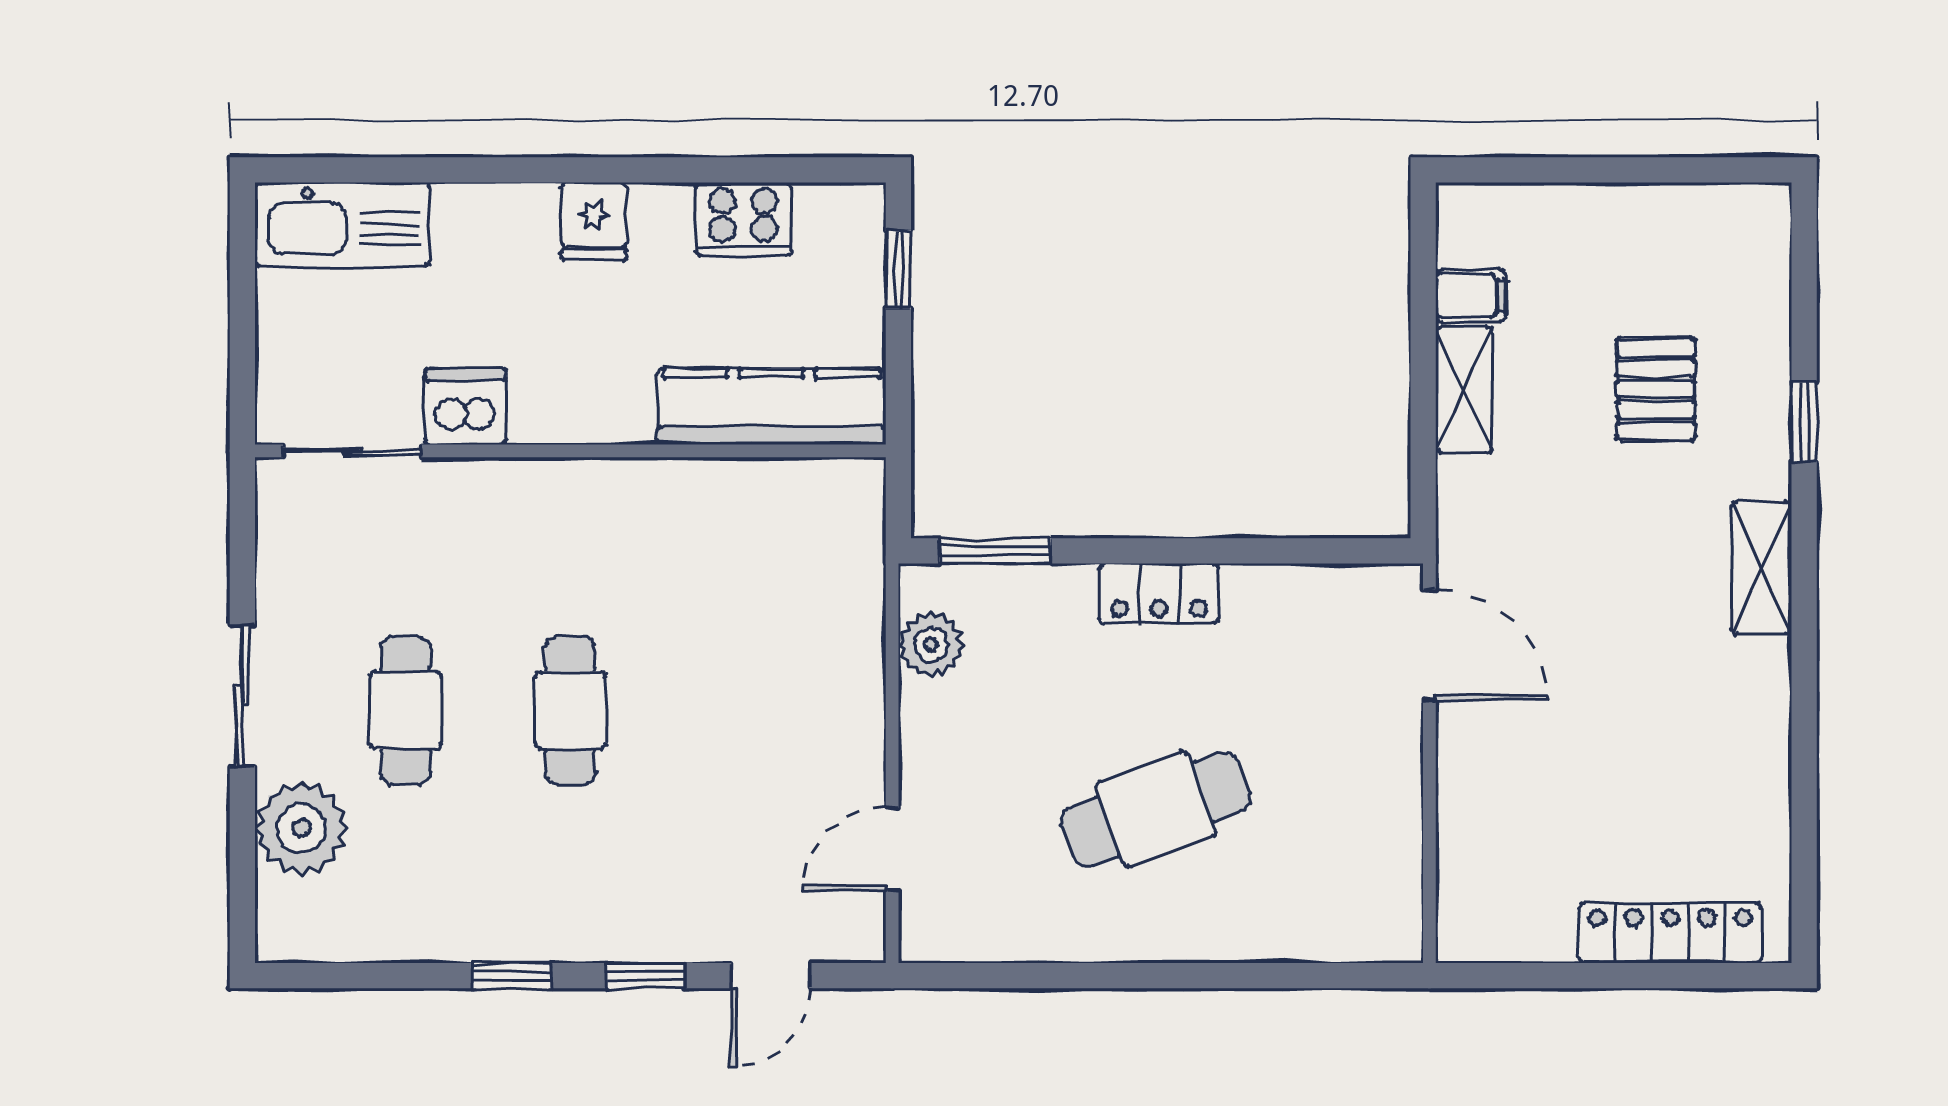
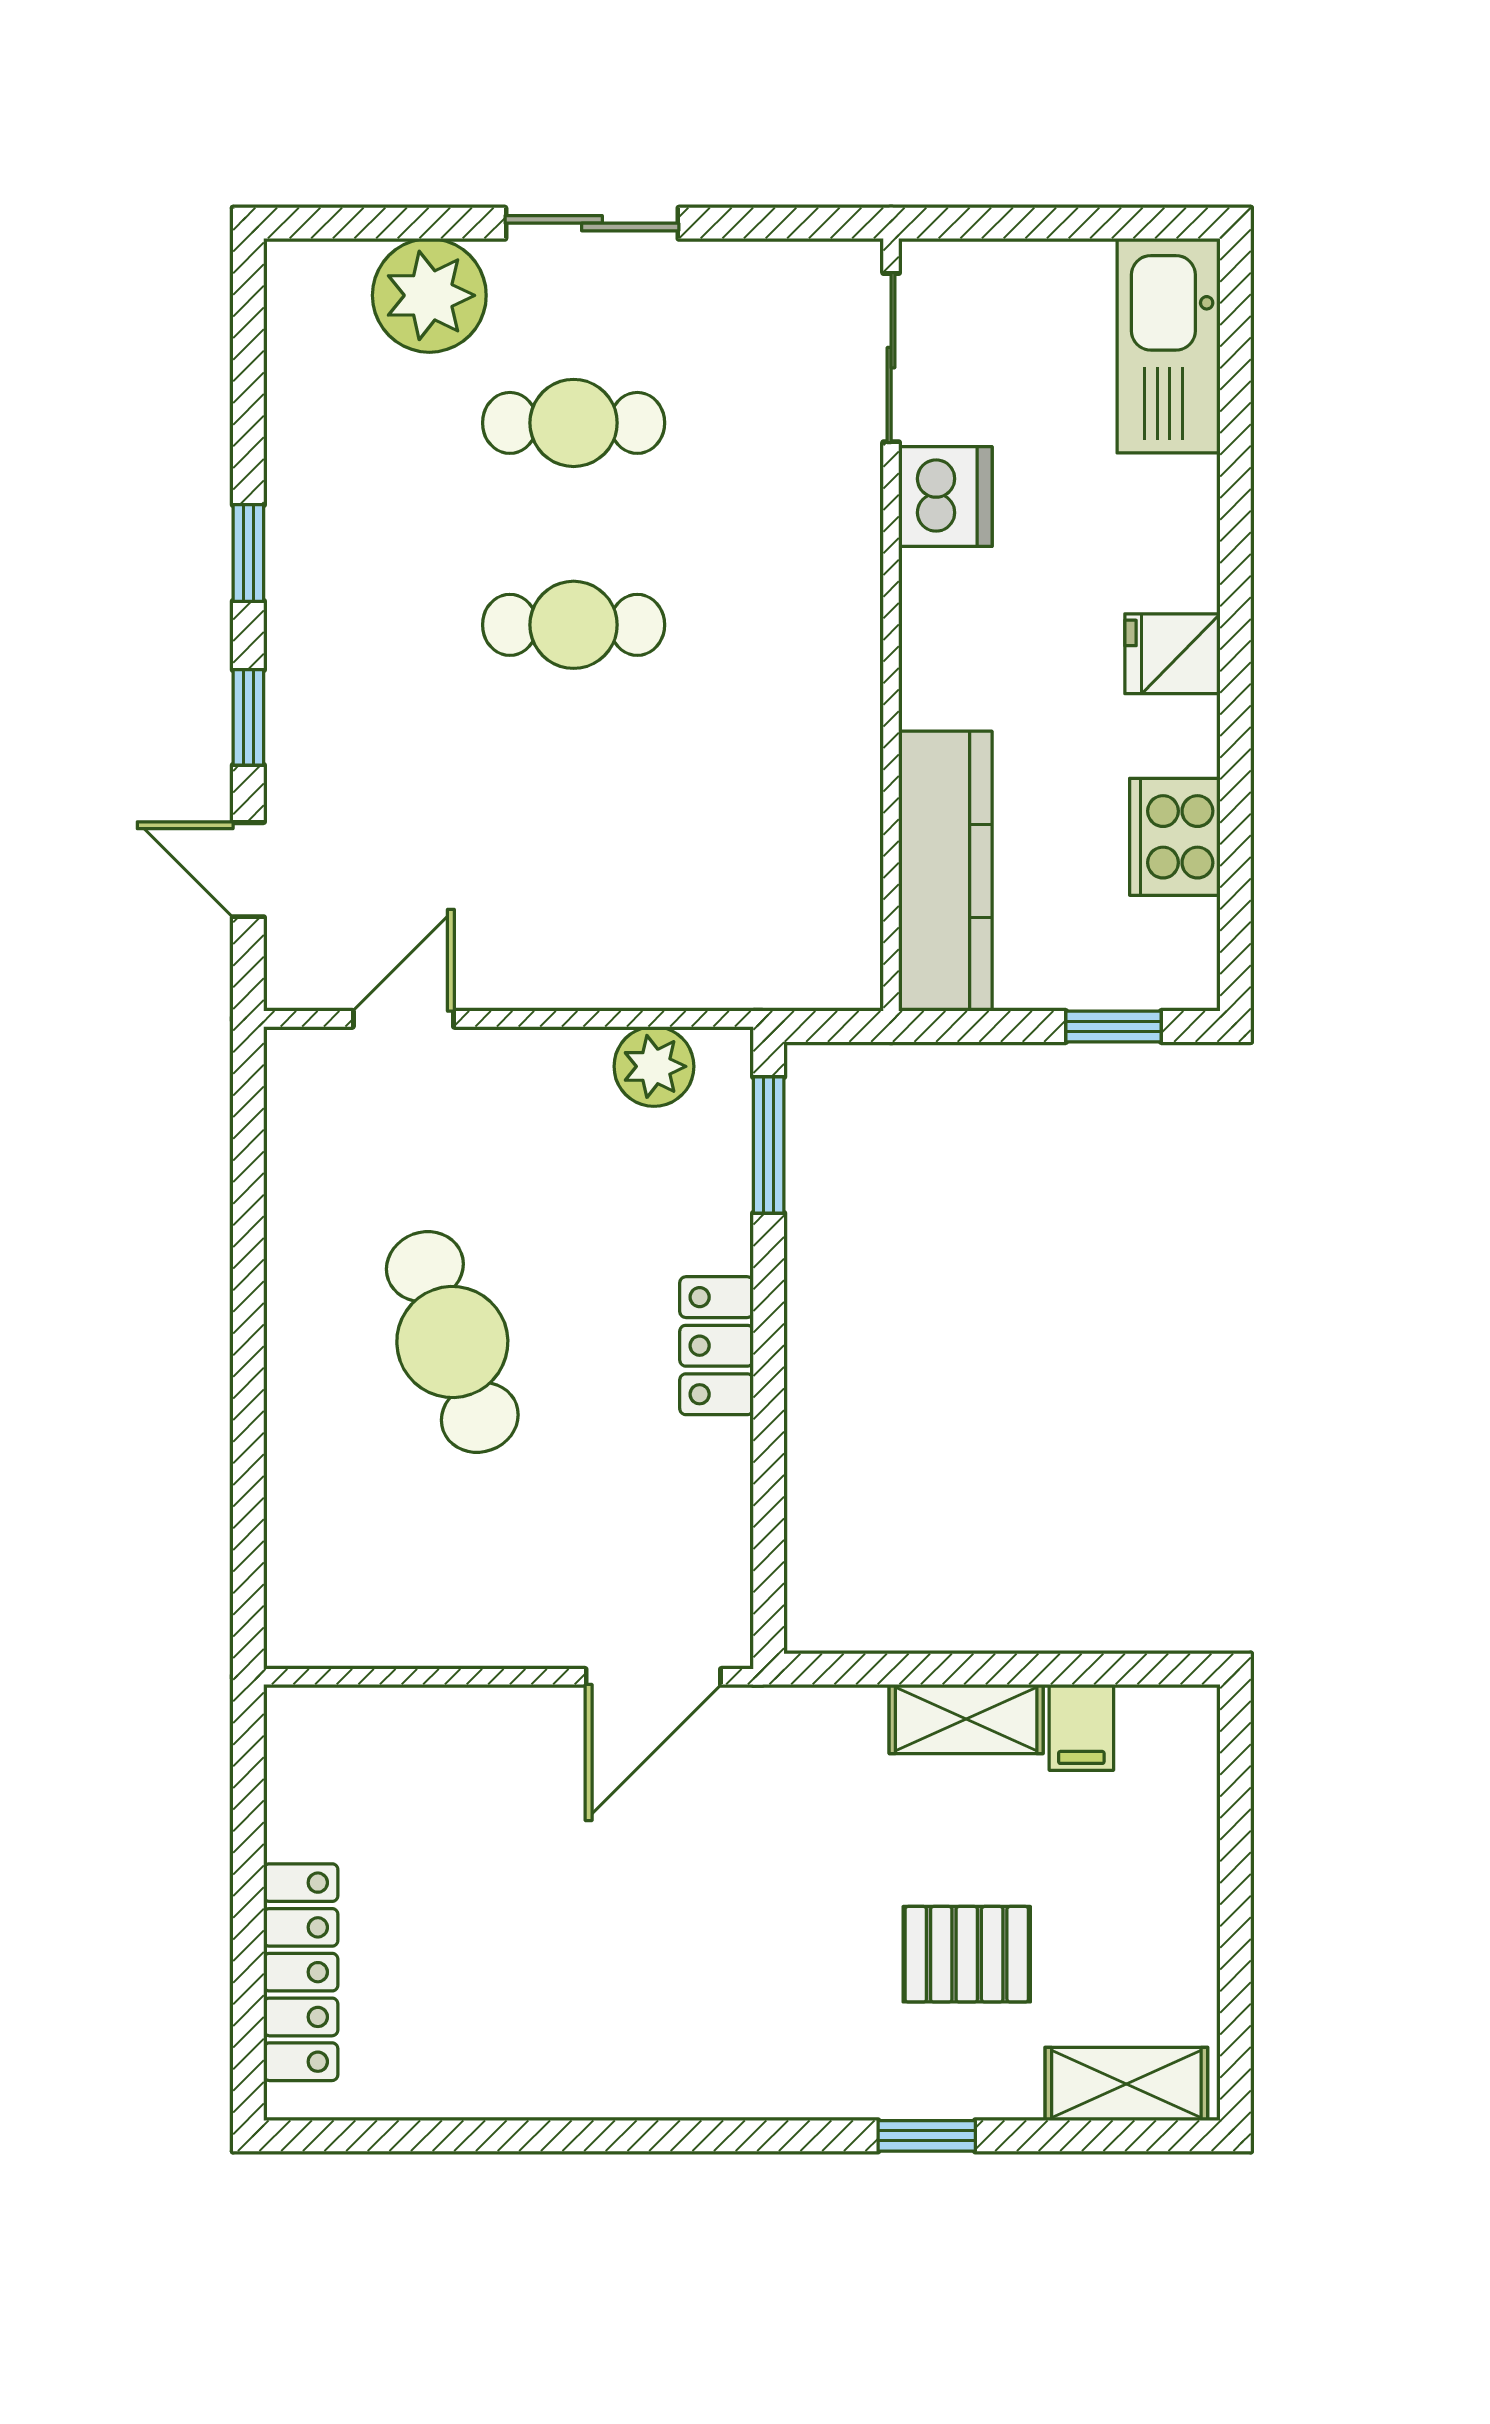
shelving: (1762, 568) -> (1126, 2084), moved
door: (892, 849) -> (403, 1019), hinge flipped

